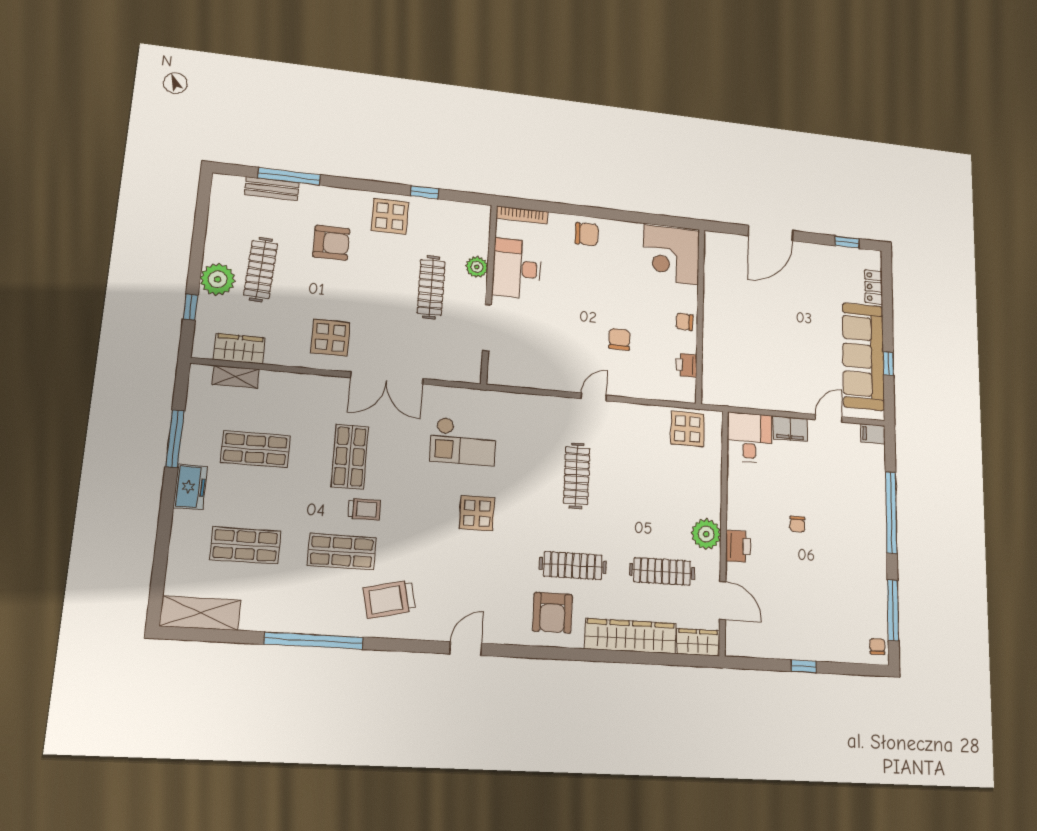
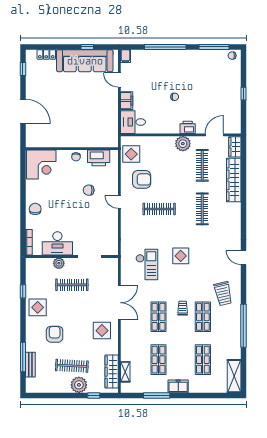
wardrobe: (239, 349) -> (112, 372), width x1.50
printer: (686, 365) -> (99, 158), width x1.87, depth x1.48
shop shelf: (350, 457) -> (158, 317), turned 90
armchair: (553, 613) -> (142, 179), moved

